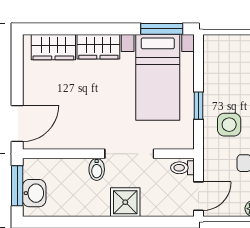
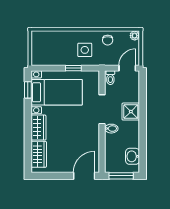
window: (162, 29) -> (28, 90), width x0.67
door: (17, 123) -> (84, 176), hinge flipped
washbasin: (34, 193) -> (133, 156), moved, turned -90
door: (198, 196) -> (127, 68), hinge flipped

